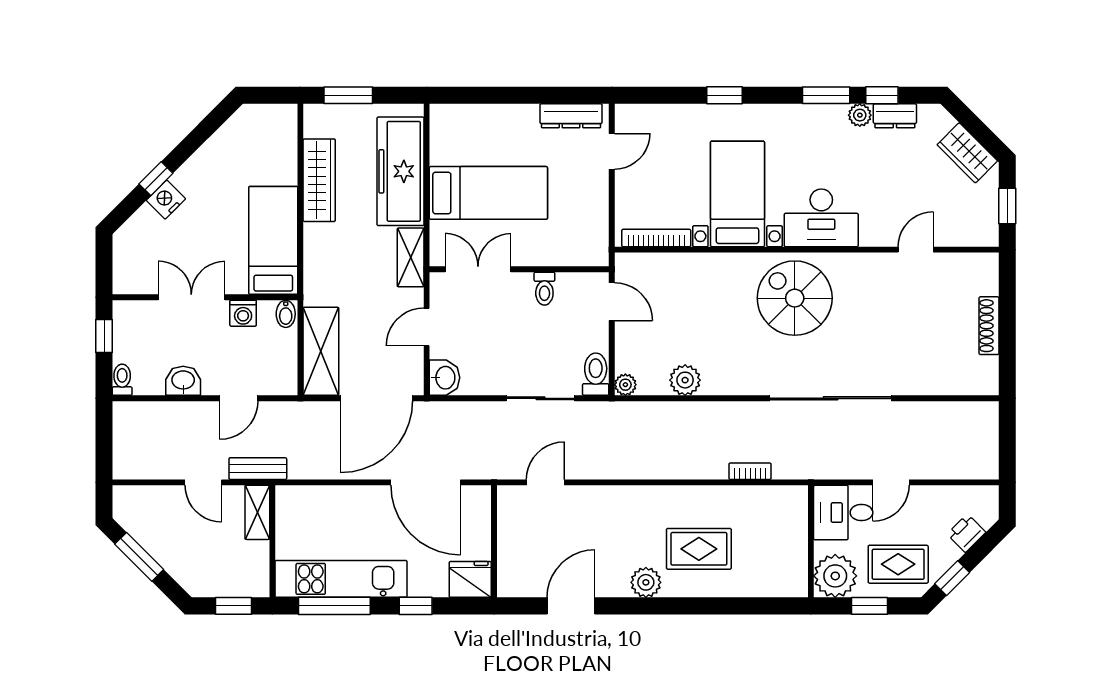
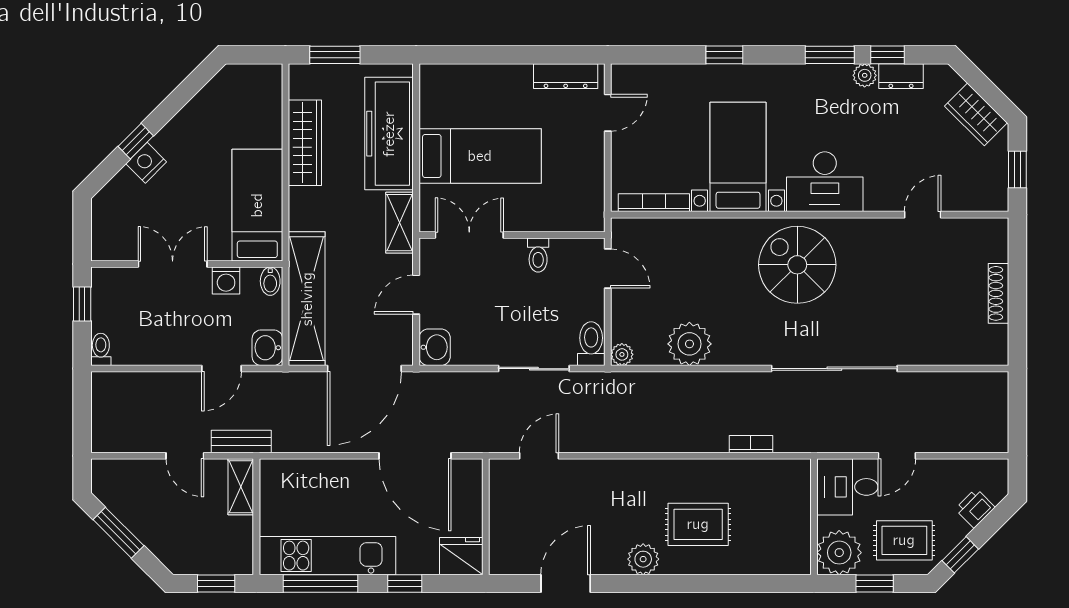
shelving: (321, 351) -> (307, 299), width x1.47
plant: (685, 380) -> (689, 344), width x1.36, depth x1.36
washbasin: (183, 381) -> (267, 348), moved, turned -90

